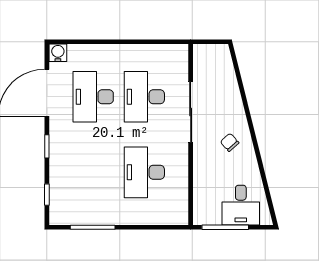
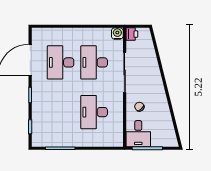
water cooler: (58, 53) -> (117, 34), moved
printer: (202, 54) -> (132, 34), added
chair: (230, 142) -> (139, 107), moved
desk: (241, 205) -> (138, 134), moved

